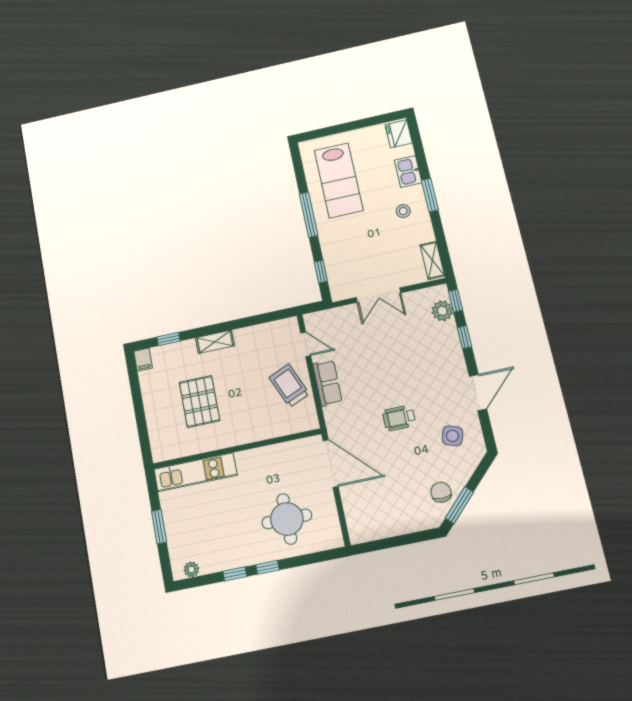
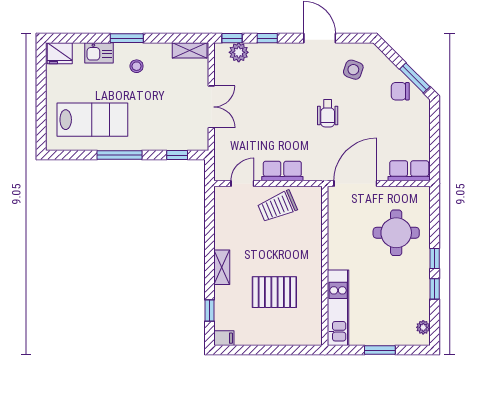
row of seats: (357, 520) -> (409, 171), added

